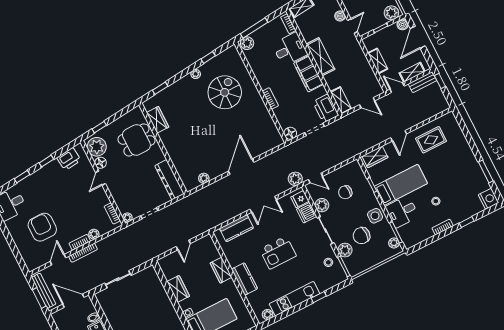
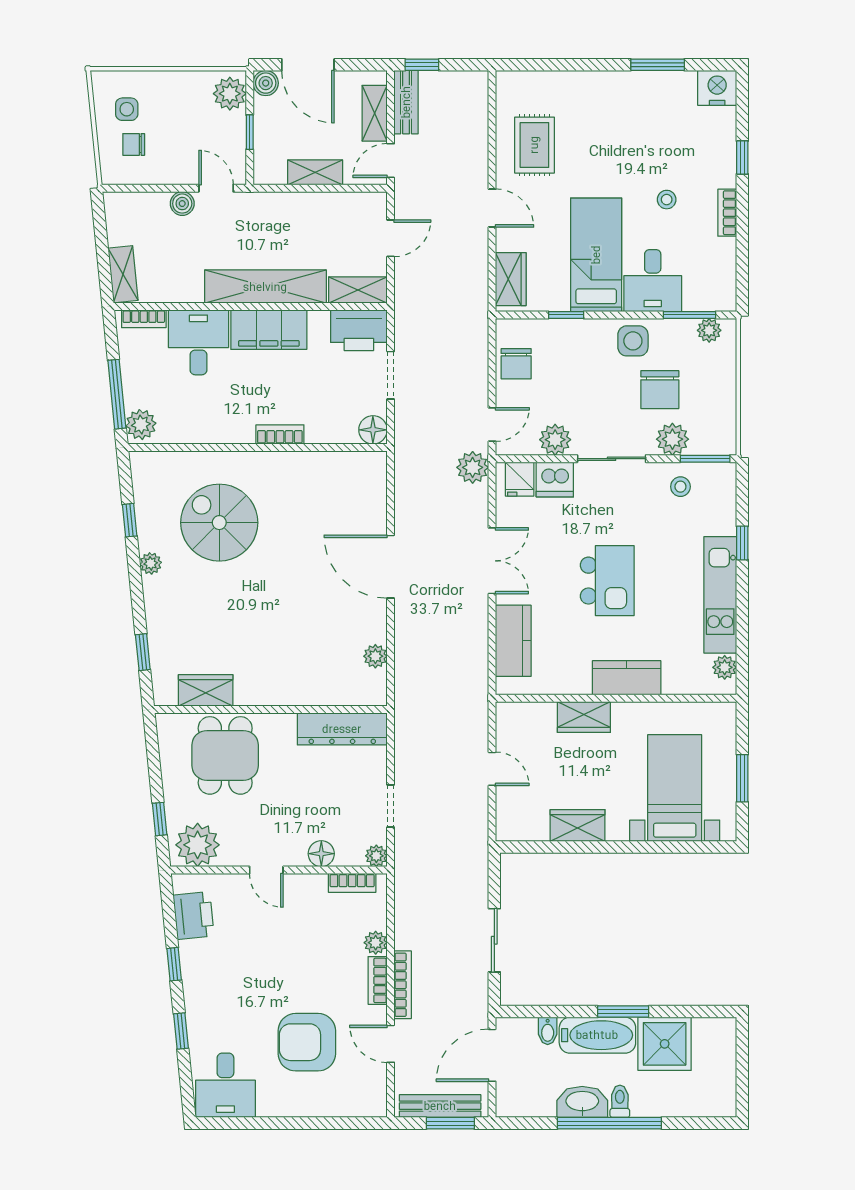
shelving: (321, 57) -> (265, 287), width x1.47
floor lamp: (101, 163) -> (321, 854), moved
chair: (345, 192) -> (516, 364), moved

